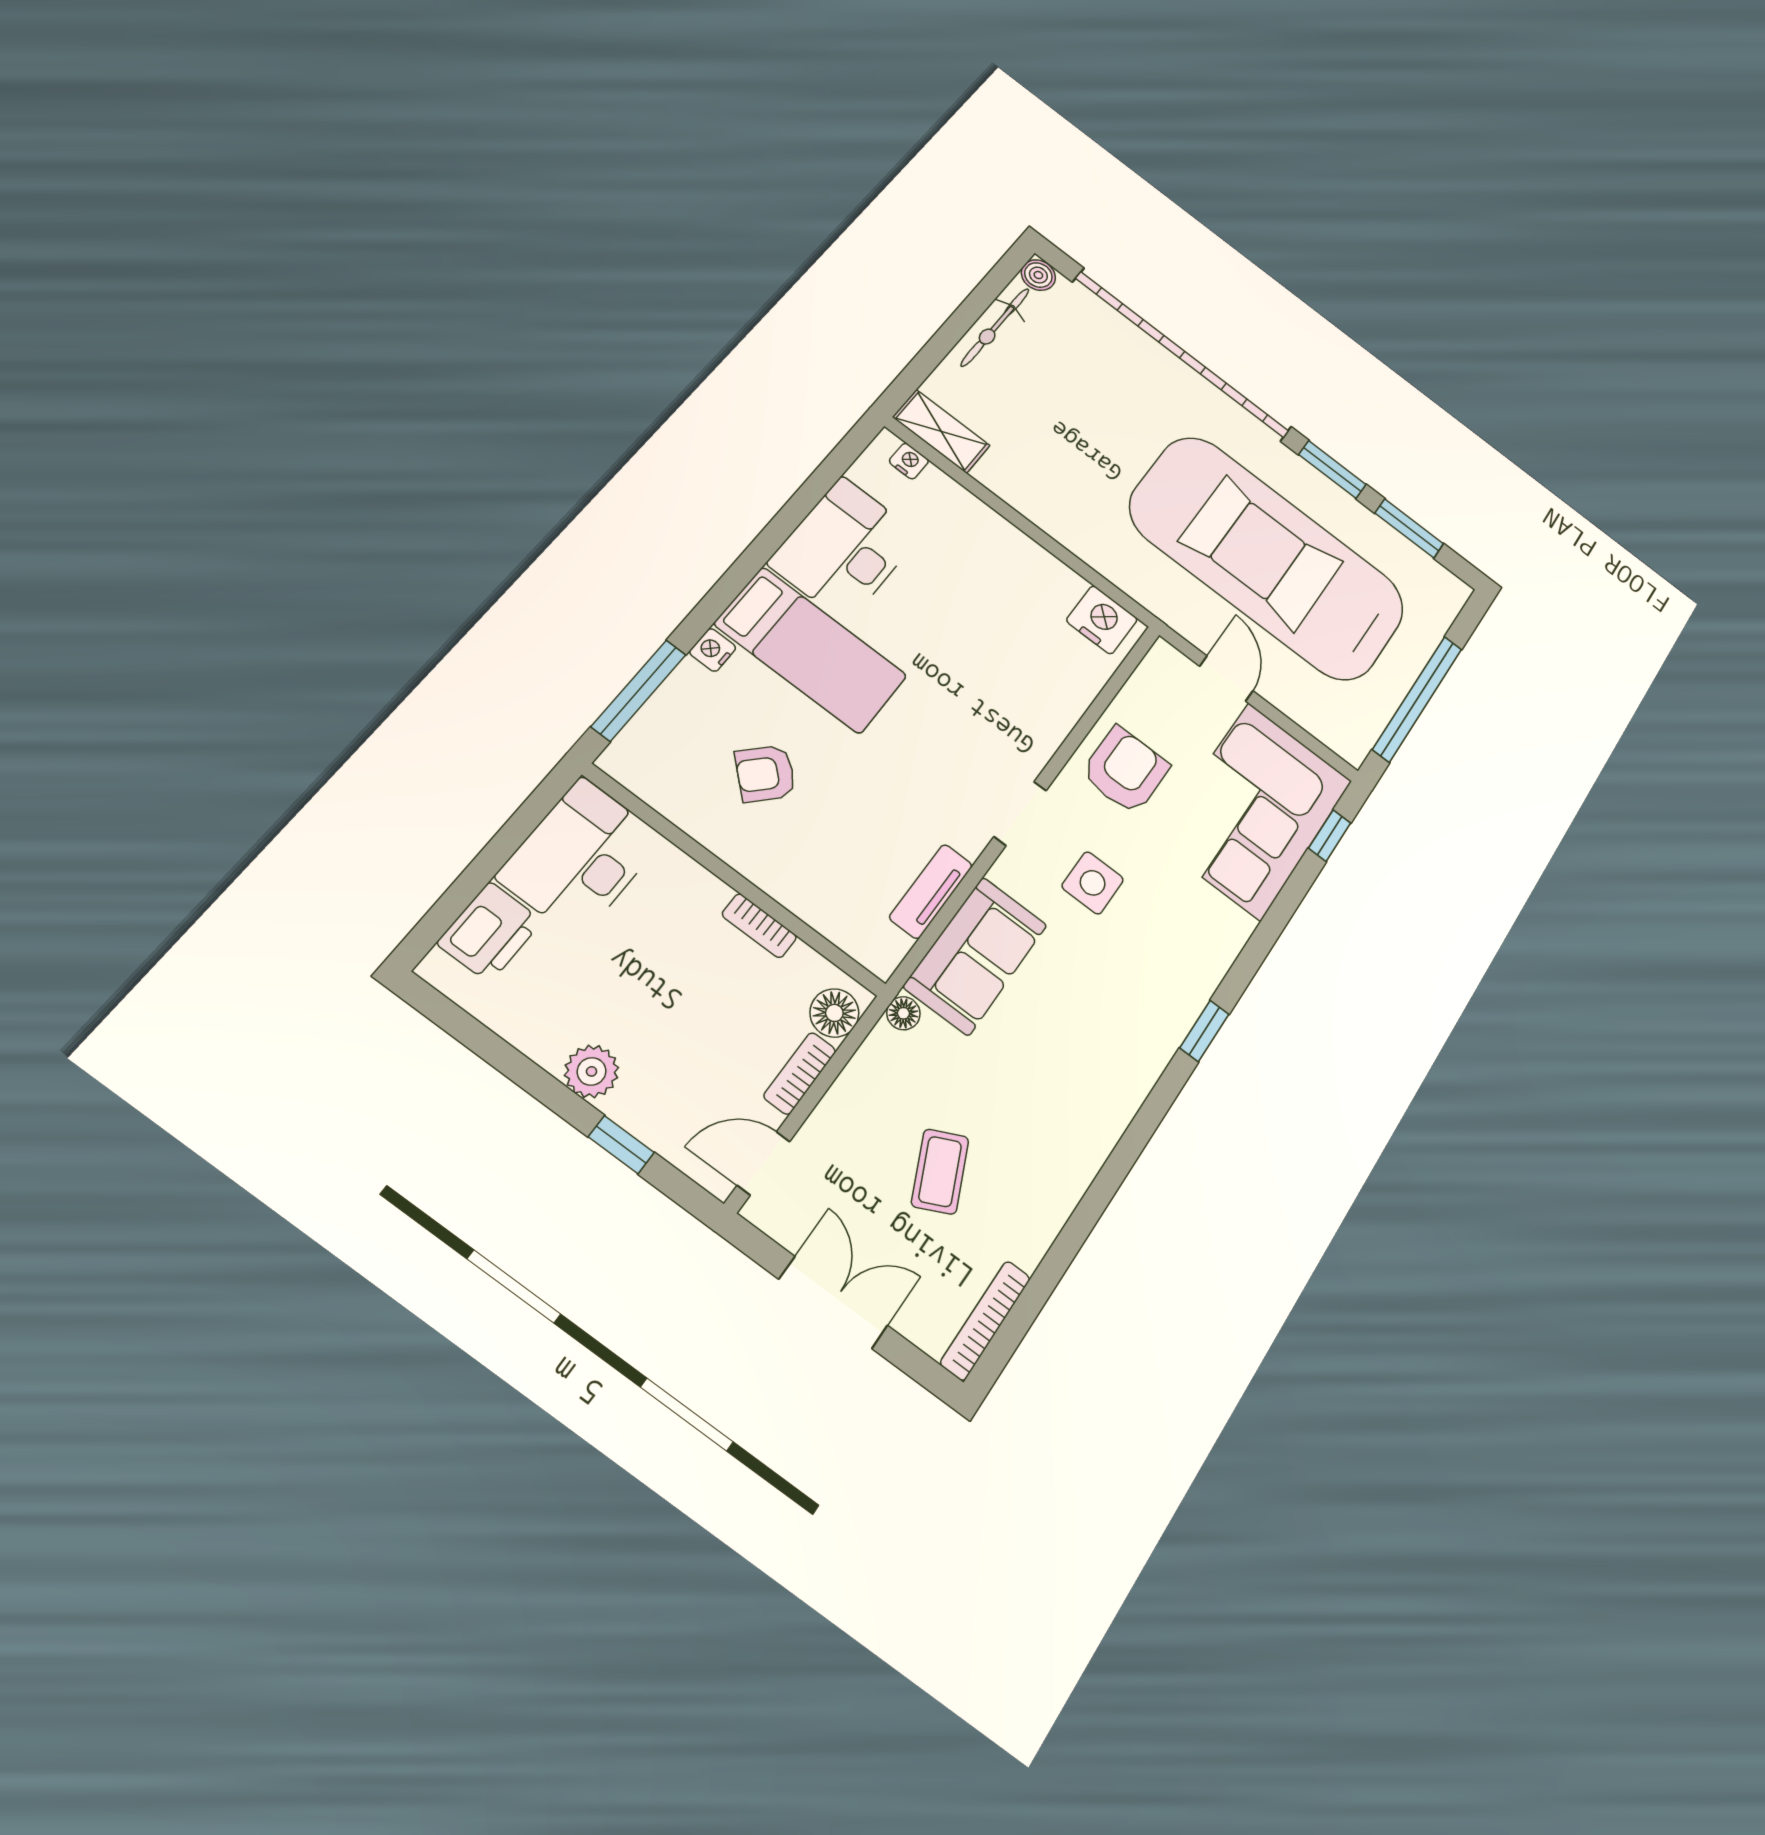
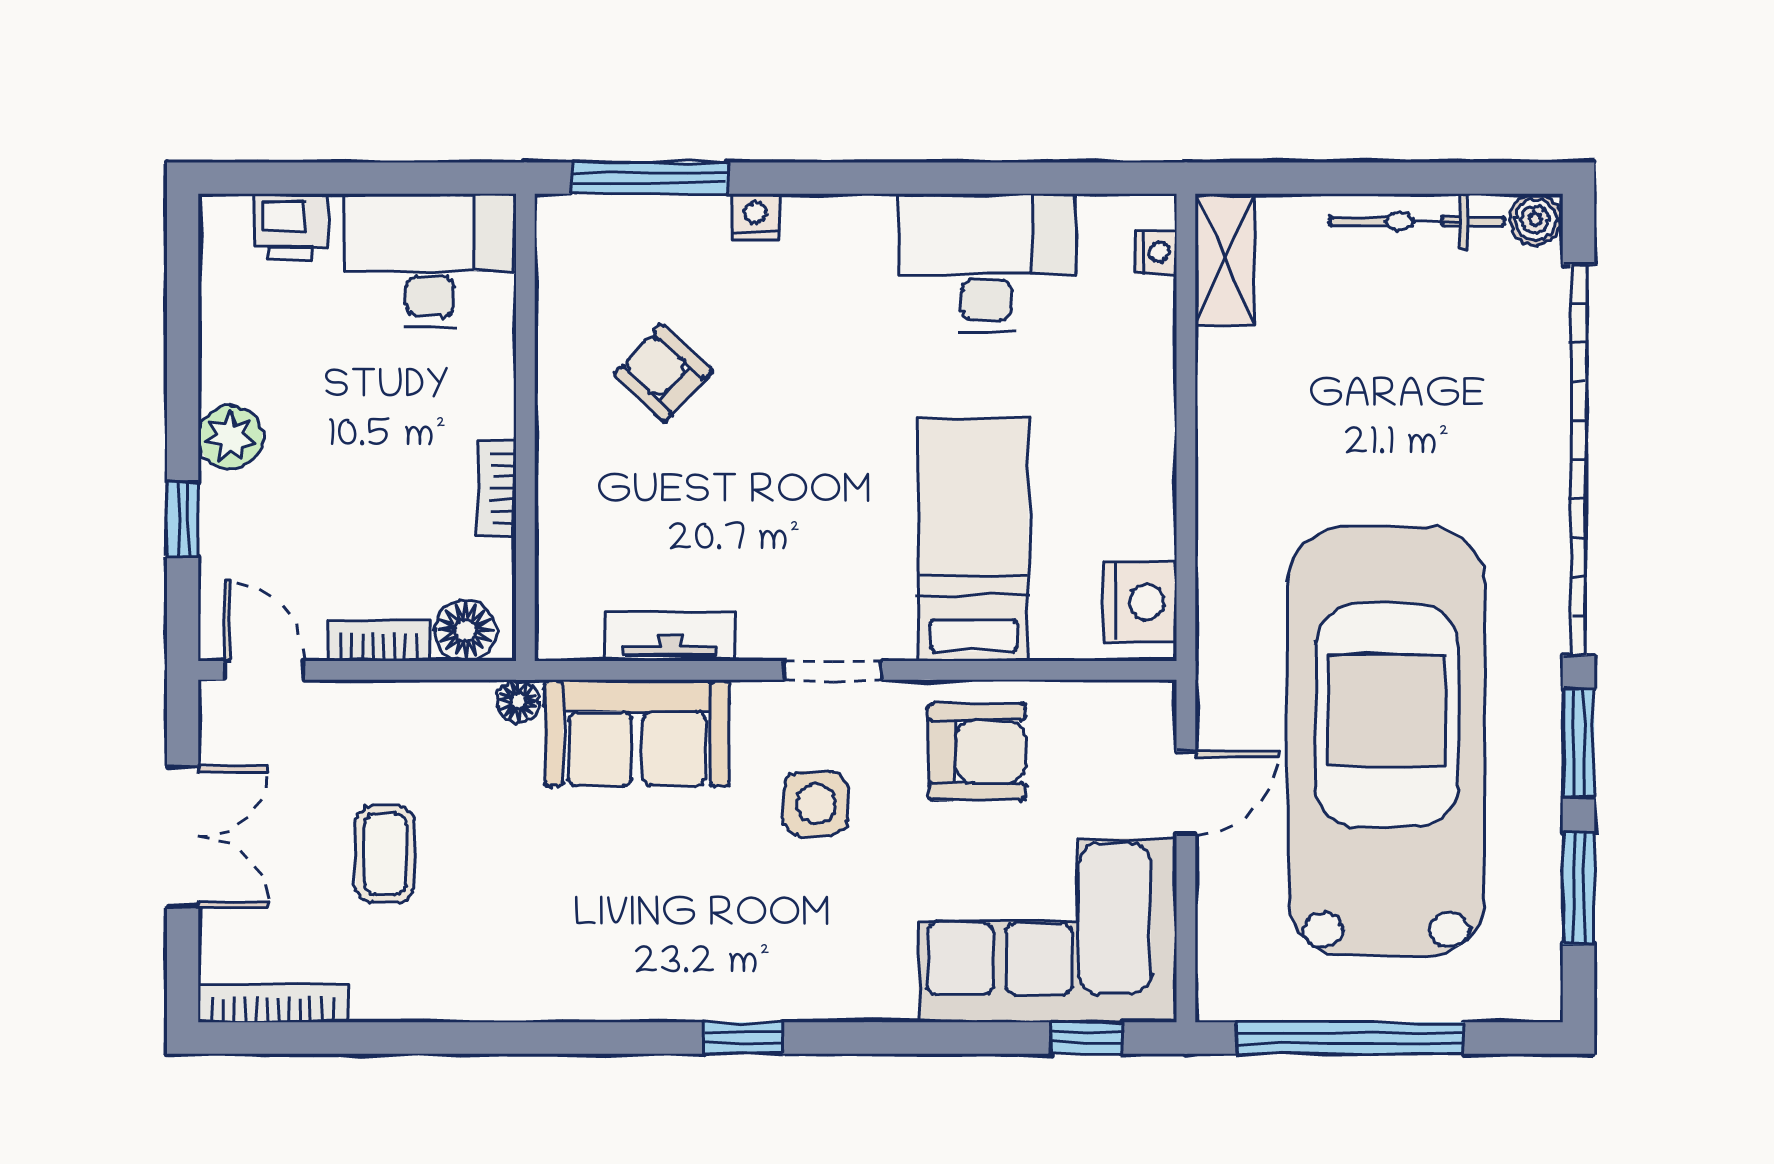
bed: (811, 650) -> (973, 539), moved, turned 180
printer: (490, 932) -> (291, 227), width x0.73, depth x0.81
coffee table: (940, 1172) -> (385, 854), turned -65

